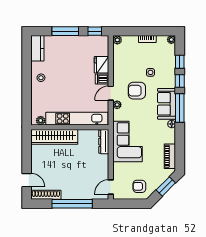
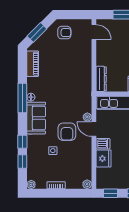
armchair: (137, 91) -> (67, 132), turned 90
door: (111, 93) -> (94, 129), swing flipped
window: (180, 108) -> (22, 98), moved
corner sofa: (127, 142) -> (77, 79), removed
door: (111, 187) -> (94, 32), hinge flipped

